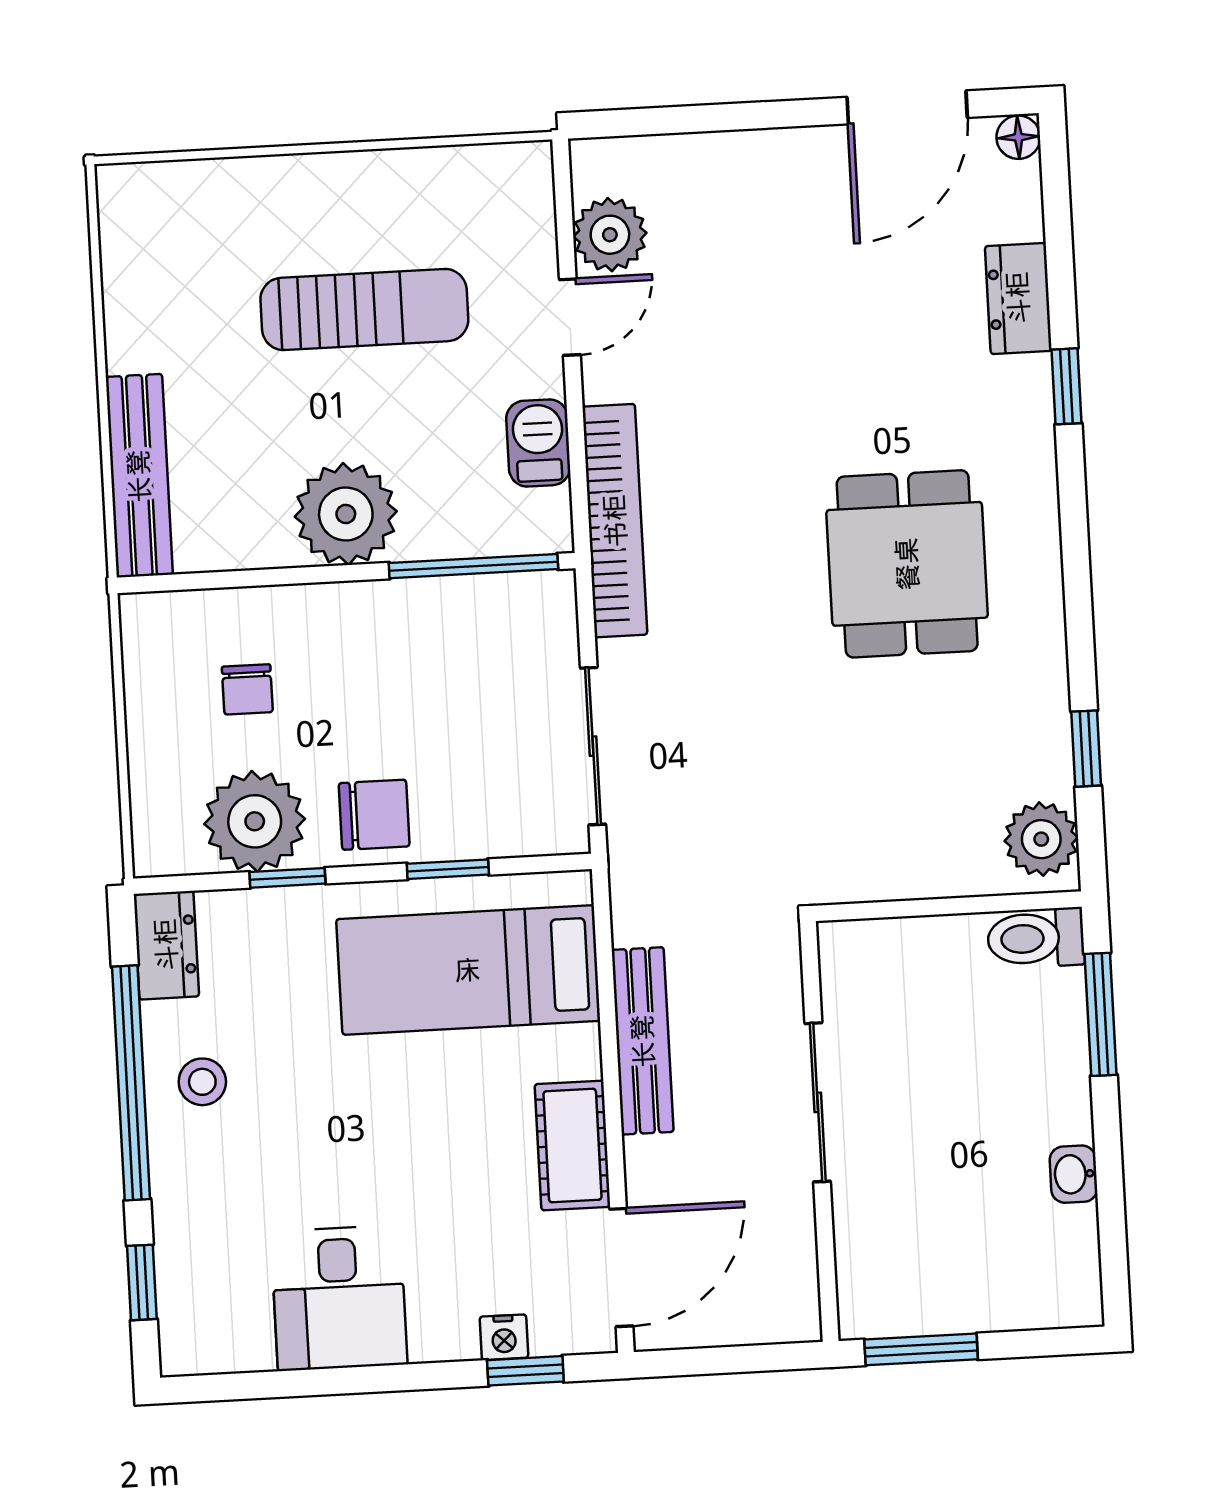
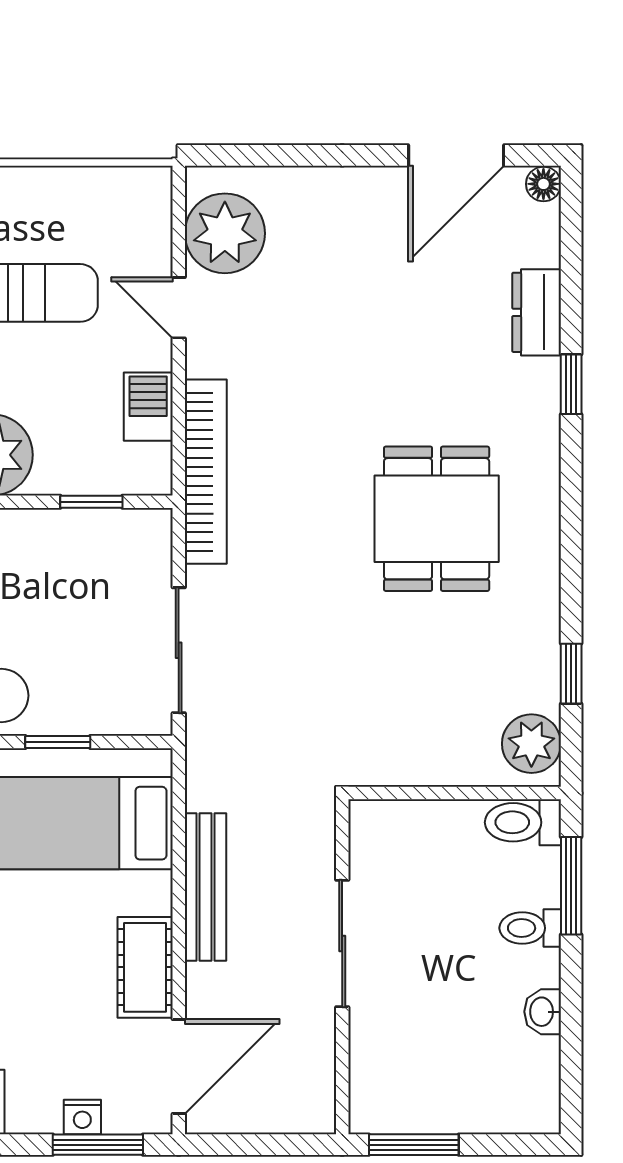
plant: (610, 235) -> (225, 233), width x1.36, depth x1.36
door: (570, 317) -> (179, 308), swing flipped
window: (473, 566) -> (91, 502), width x0.46
toilet: (1052, 1070) -> (530, 928), added
window: (525, 1371) -> (98, 1145), width x1.50

